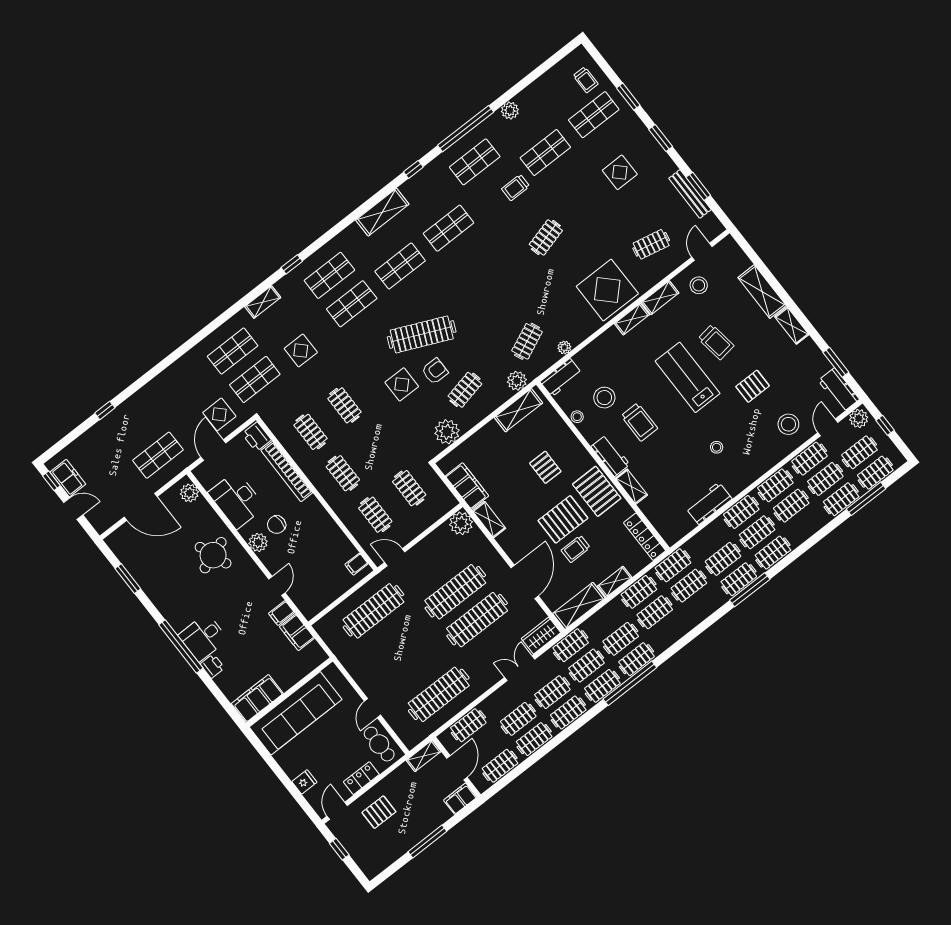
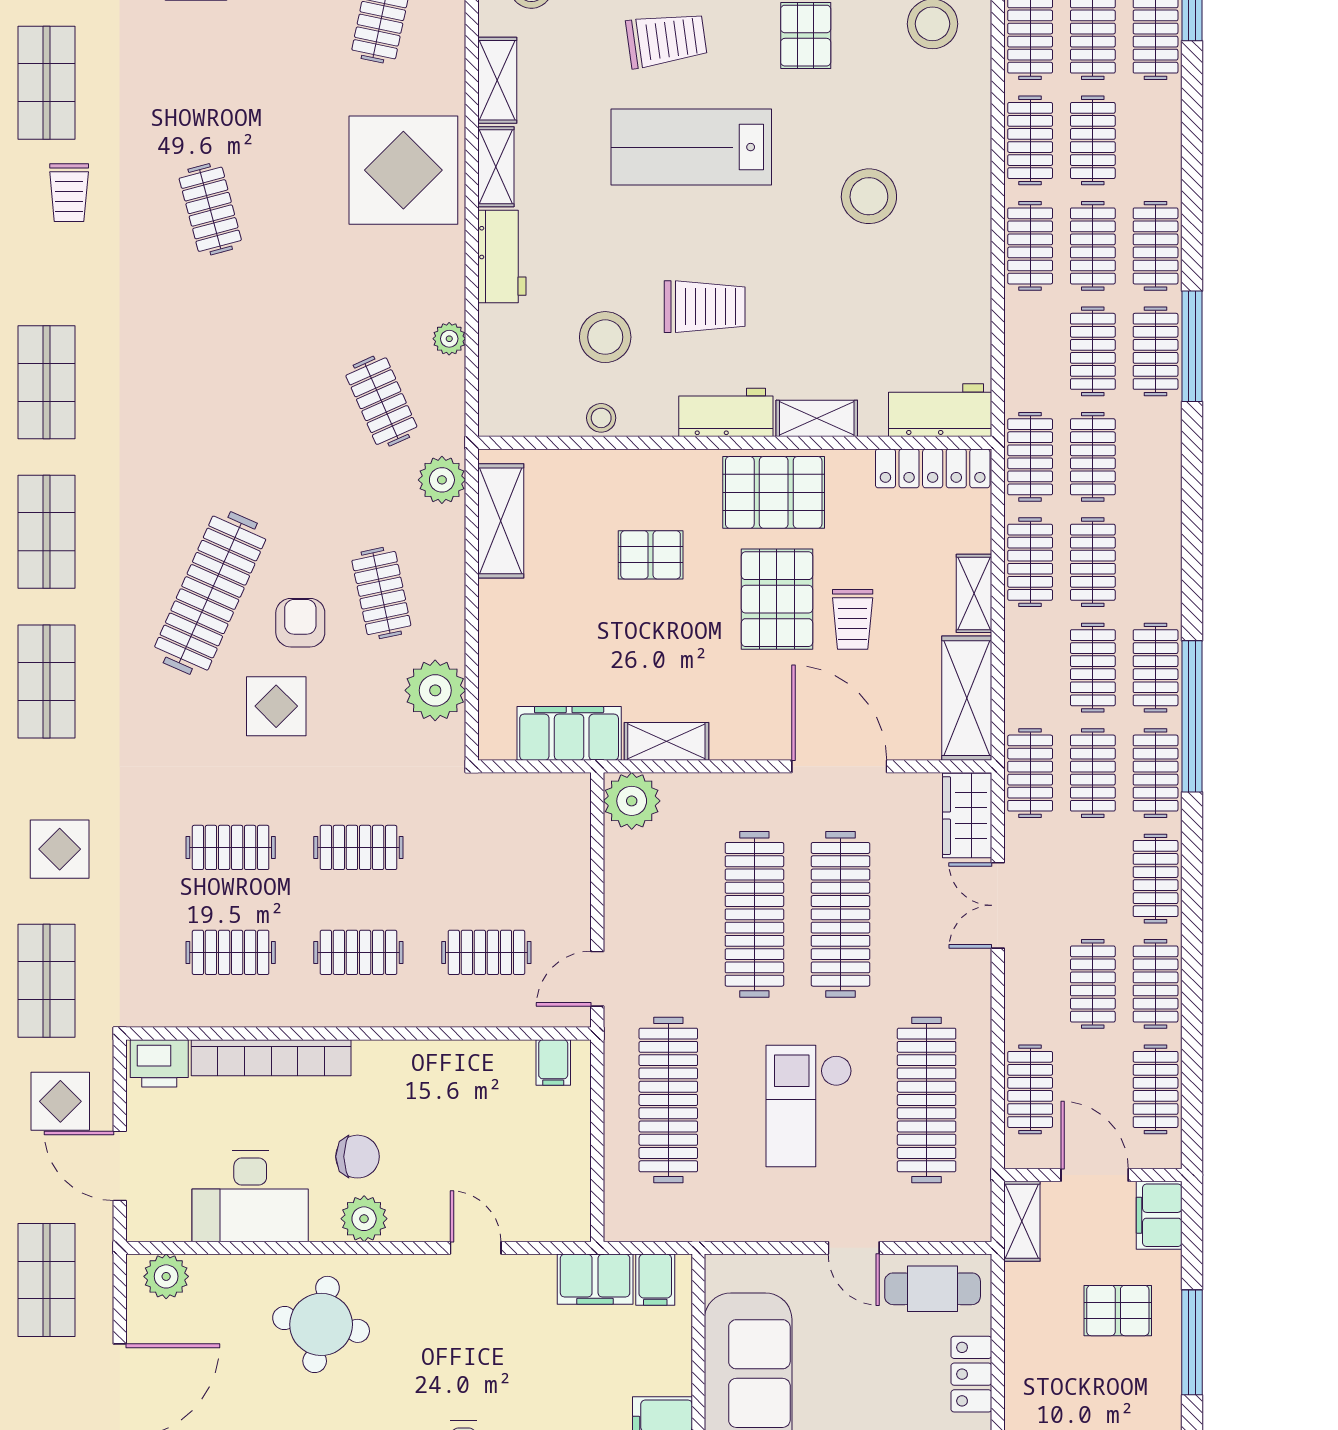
workbench: (561, 378) -> (502, 256), moved
stool: (717, 447) -> (869, 196), width x1.89, depth x1.89
clothes rail: (409, 488) -> (358, 847), moved
workbench: (709, 503) -> (940, 410), moved, turned 90
chair: (277, 525) -> (357, 1157), turned -90
round table: (213, 555) -> (321, 1324), turned 30
filing cabinet: (282, 613) -> (655, 1280), moved
checkout: (407, 658) -> (809, 1106), added
clothes rail: (552, 692) -> (1093, 879), removed
pallet: (379, 812) -> (1118, 1311), moved, turned 90

